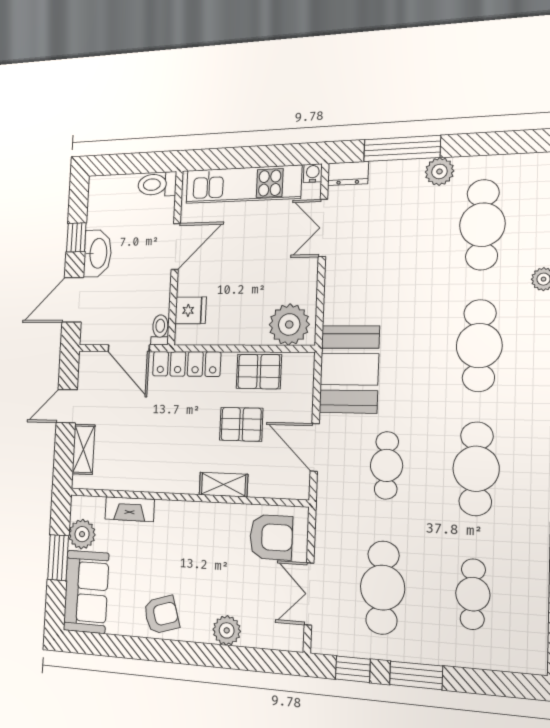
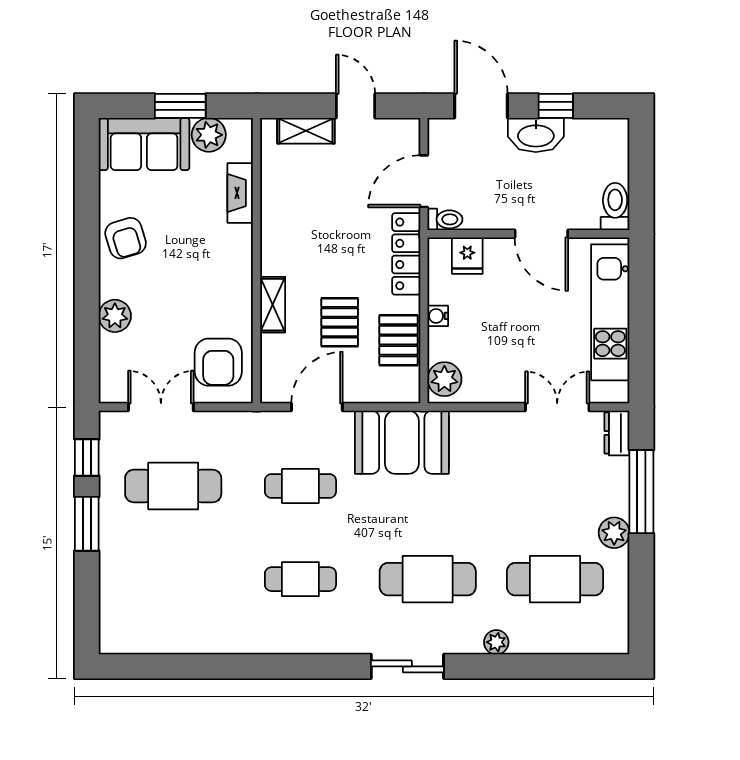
water cooler: (313, 173) -> (438, 316), moved, turned 180
plant: (289, 324) -> (444, 379), width x0.73, depth x0.73
cafe table: (476, 469) -> (300, 579), width x0.73, depth x0.74
cafe table: (473, 594) -> (173, 579), removed

